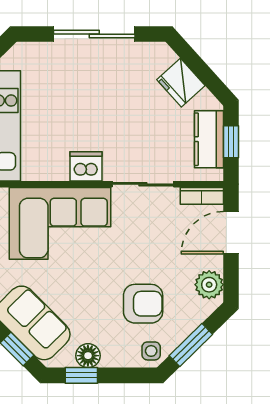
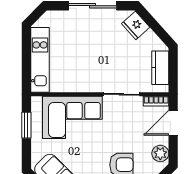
fridge: (181, 83) -> (136, 25), moved
window: (231, 142) -> (173, 69), removed
dishwasher: (86, 166) -> (88, 84), removed

